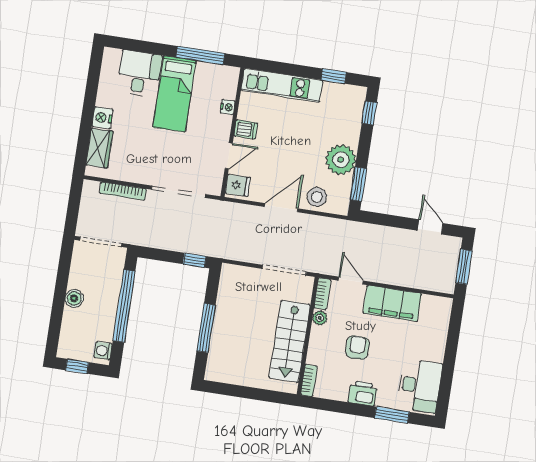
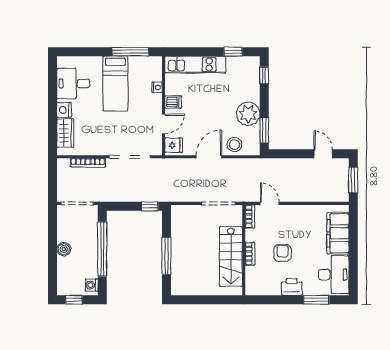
desk: (139, 74) -> (73, 83), moved, turned -90
filing cabinet: (392, 303) -> (338, 233), moved, turned 90
plant: (320, 318) -> (251, 235), removed
bookcase: (309, 381) -> (250, 254), moved

